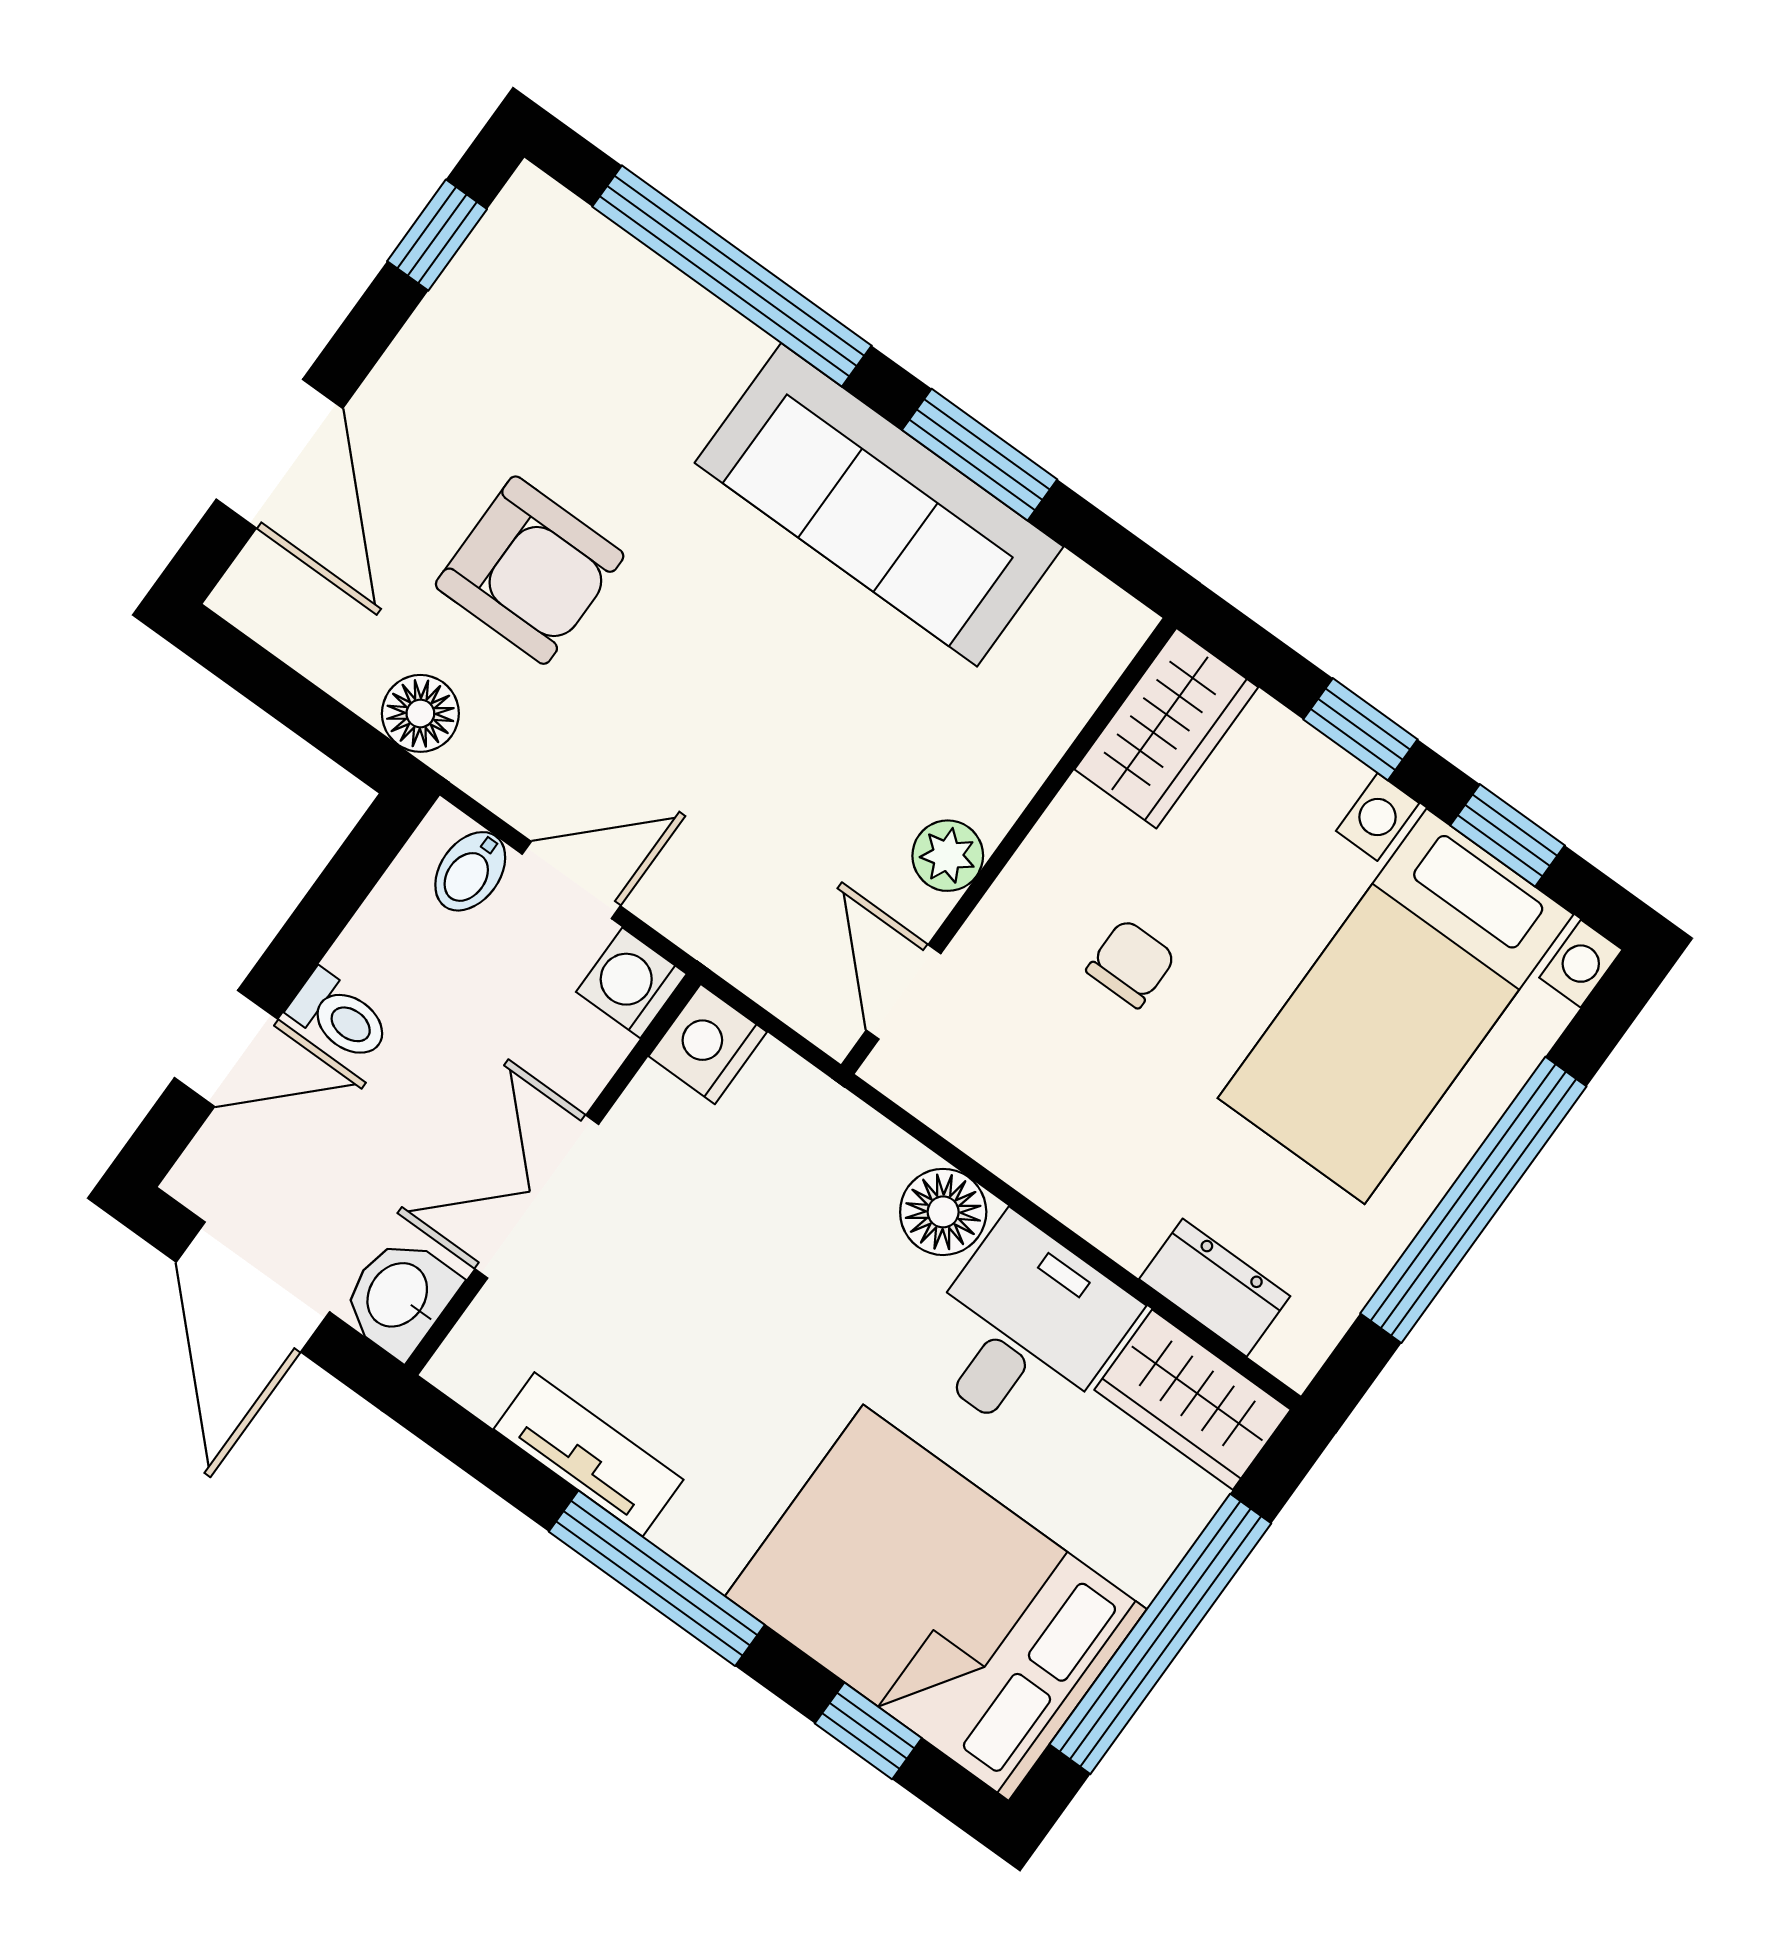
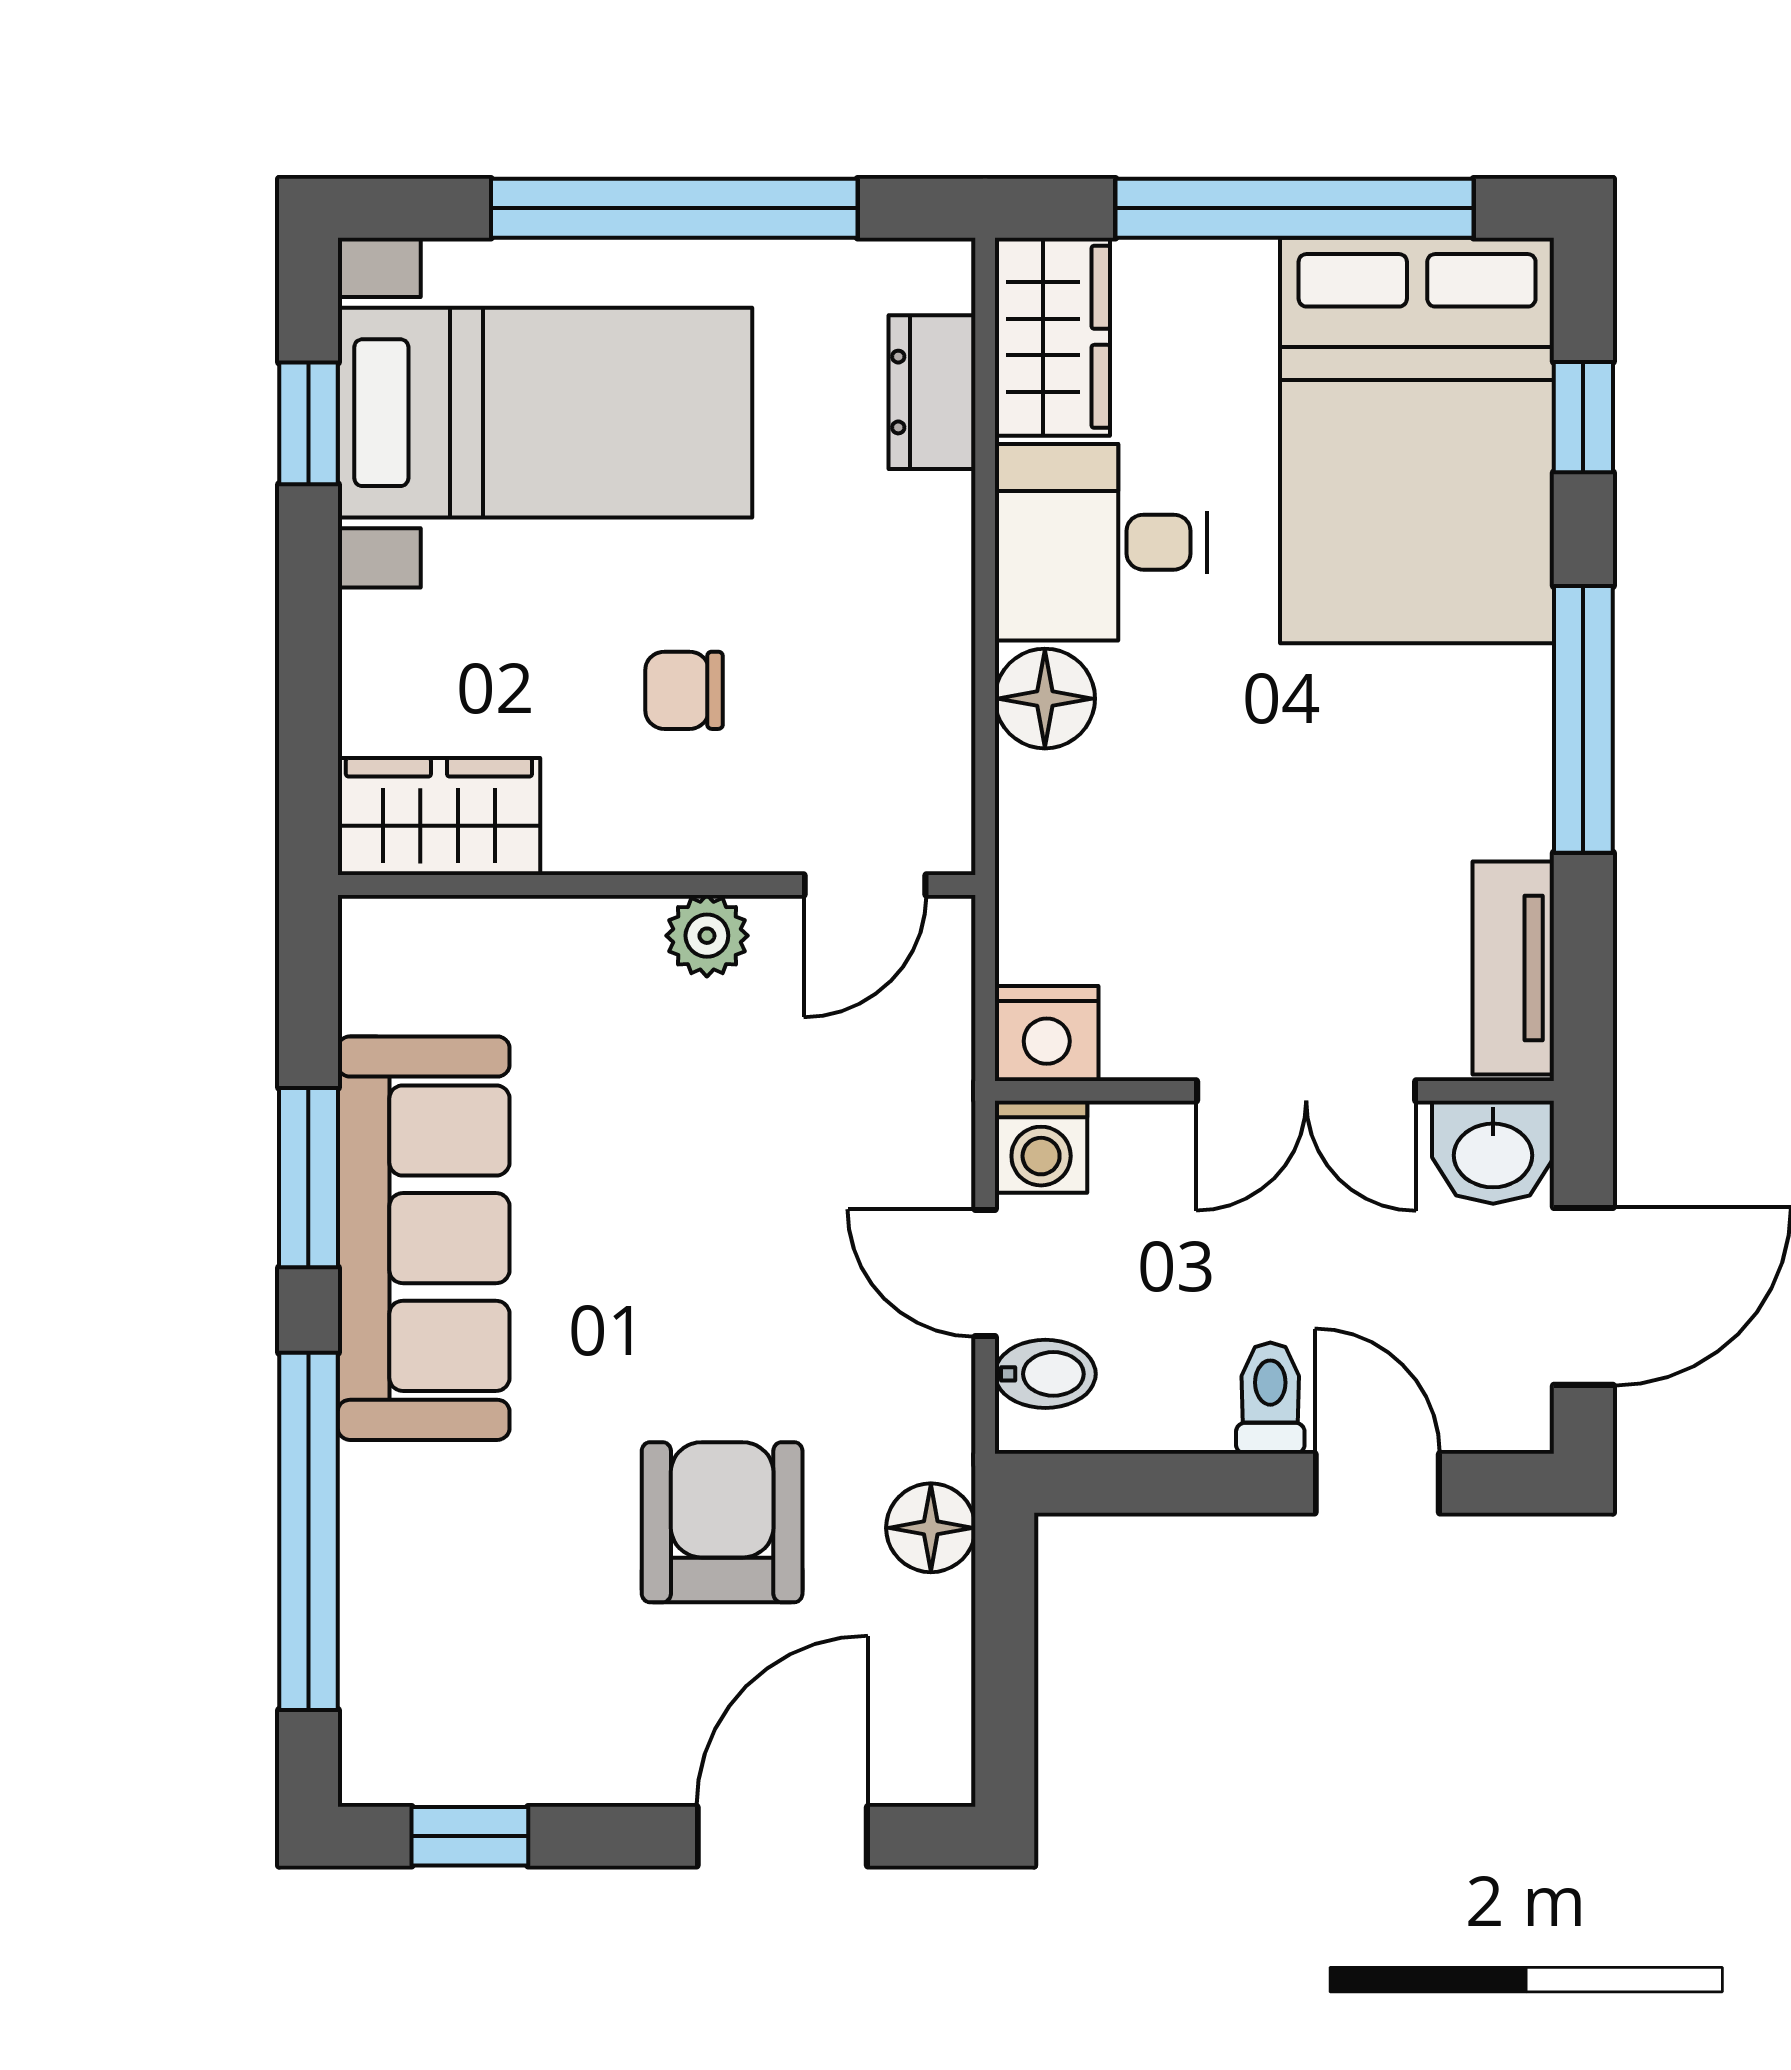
window: (1360, 729) -> (308, 633), removed
tv unit: (588, 1454) -> (1513, 968), moved

